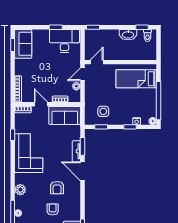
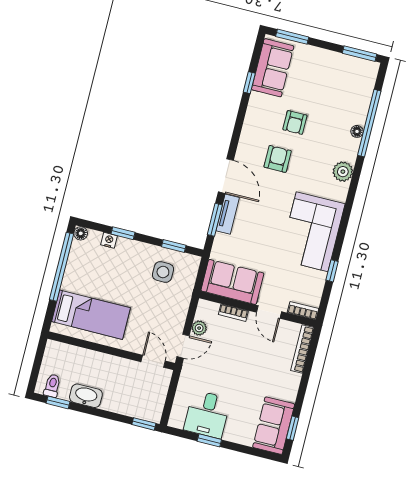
desk: (64, 41) -> (207, 414), width x0.73
door: (97, 62) -> (153, 361), swing flipped

